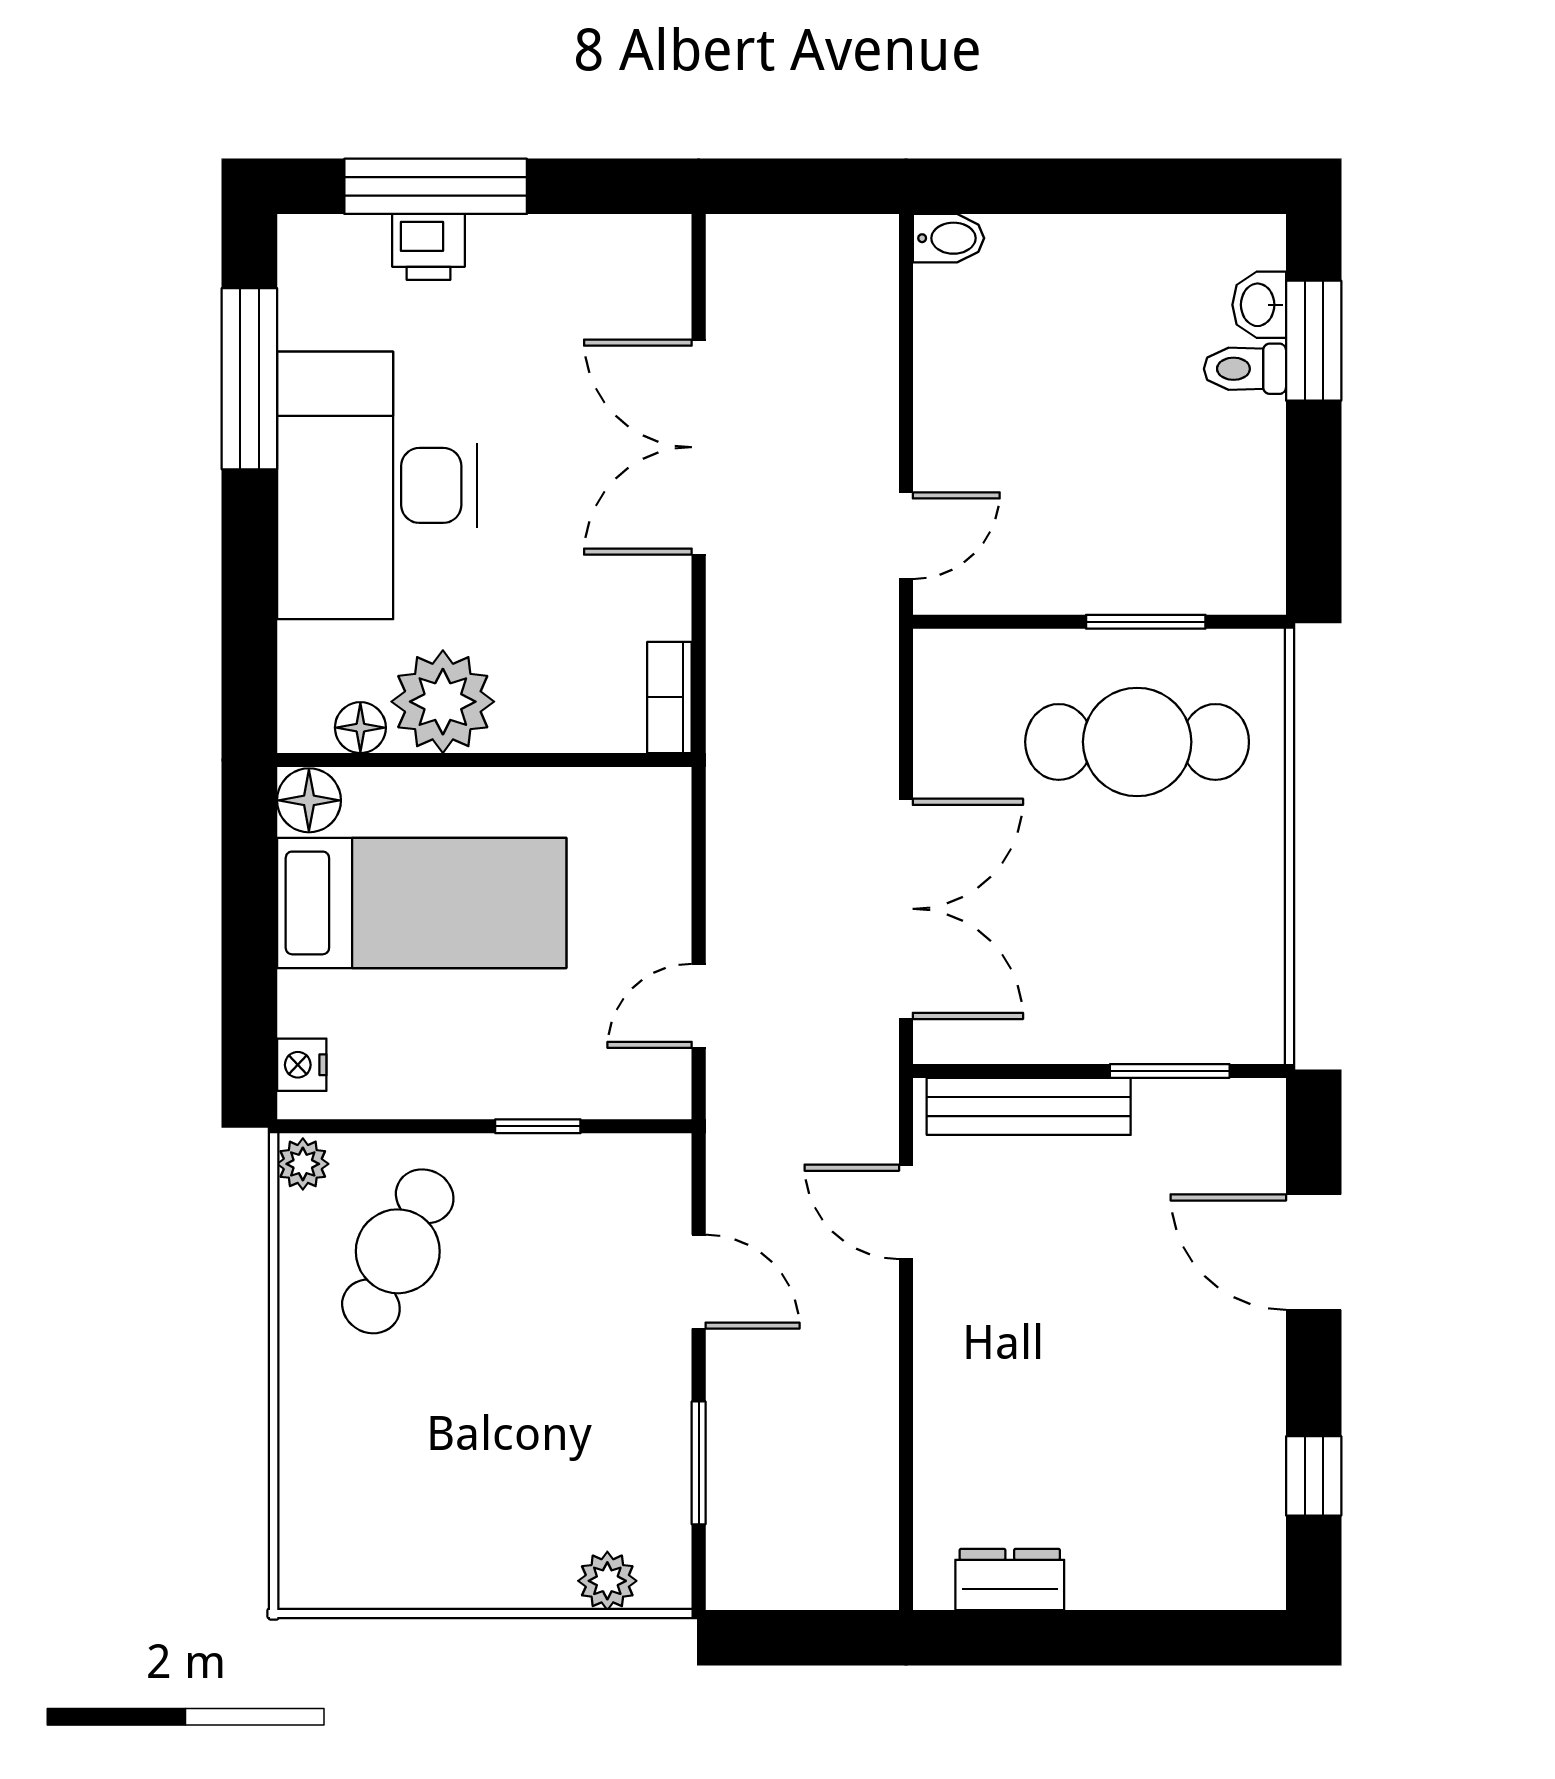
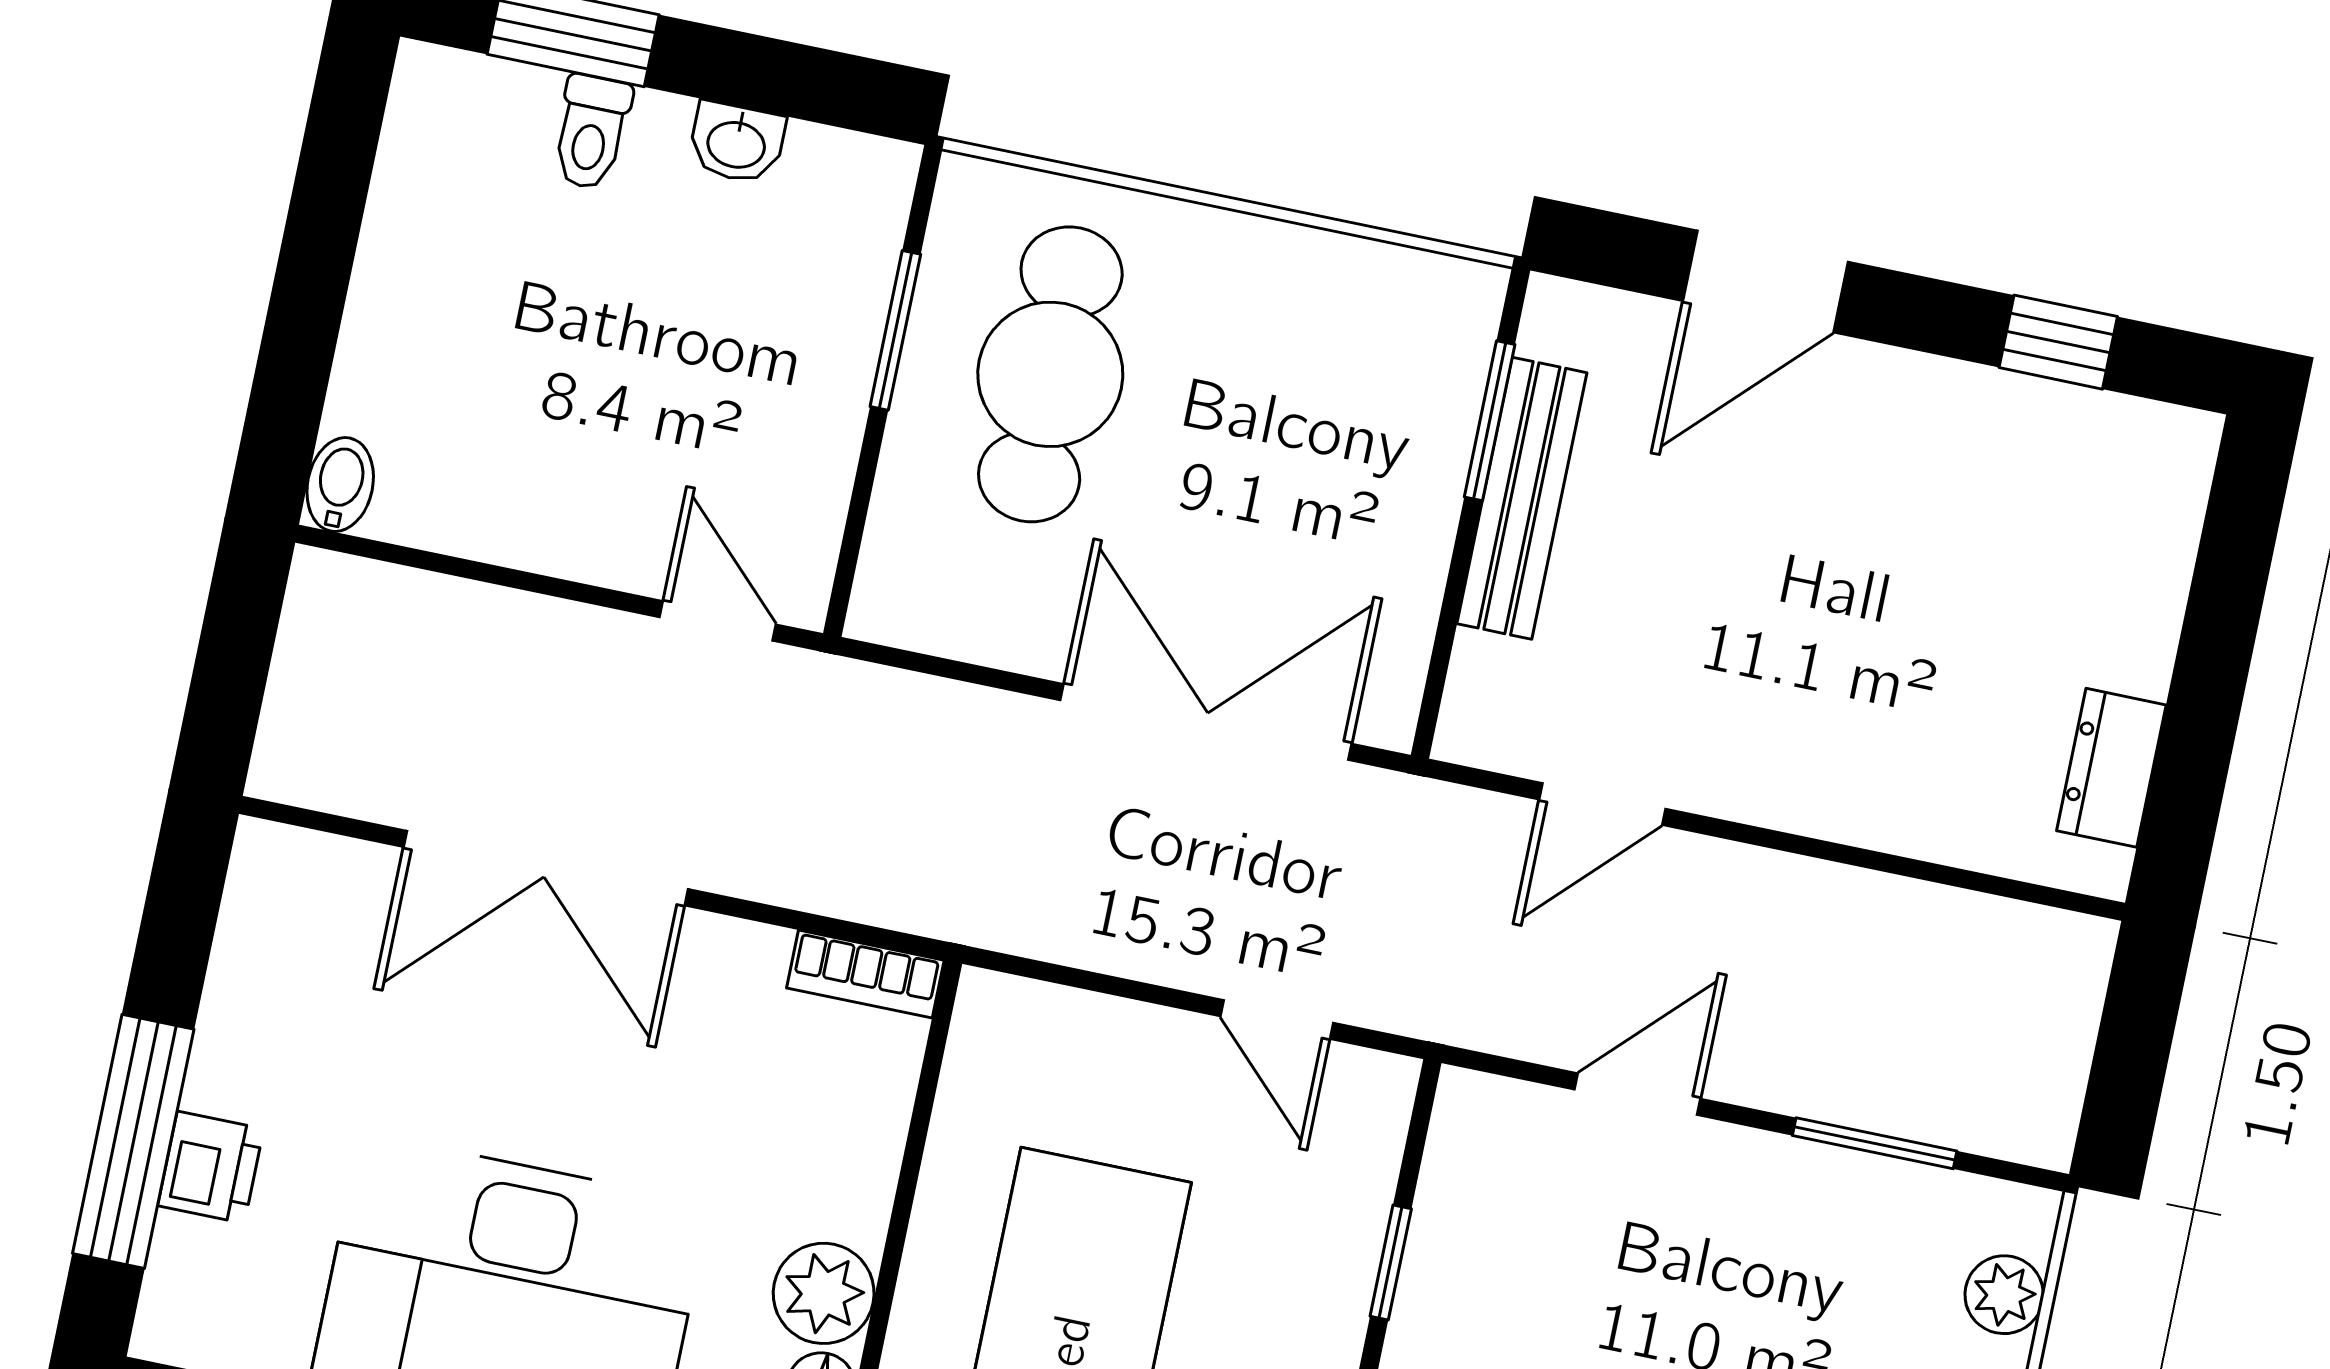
washbasin: (1259, 305) -> (737, 143), moved
plant: (443, 702) -> (824, 1293), width x0.73, depth x0.73
bench: (1029, 1106) -> (1522, 498), moved

